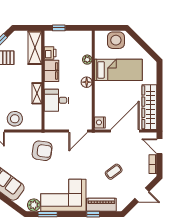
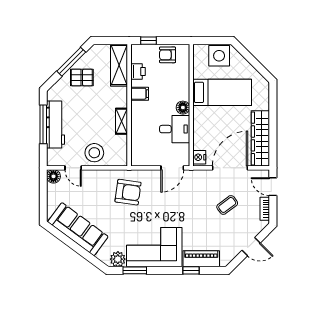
armchair: (74, 39) -> (168, 55), added
plant: (87, 60) -> (184, 80), removed
filing cabinet: (52, 71) -> (140, 94), width x0.50
desk: (56, 100) -> (175, 129), moved, turned 180
coffee table: (114, 172) -> (227, 205), moved

